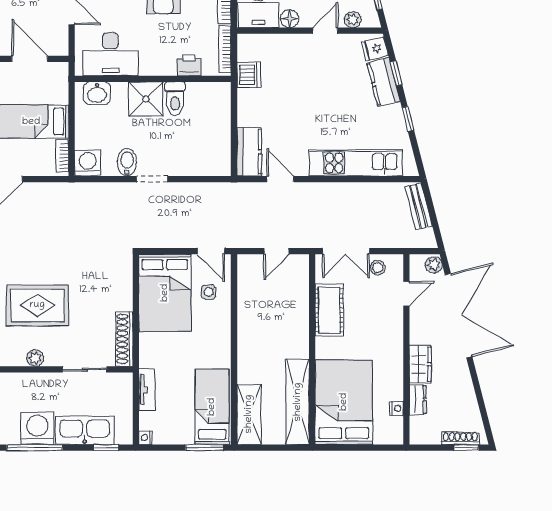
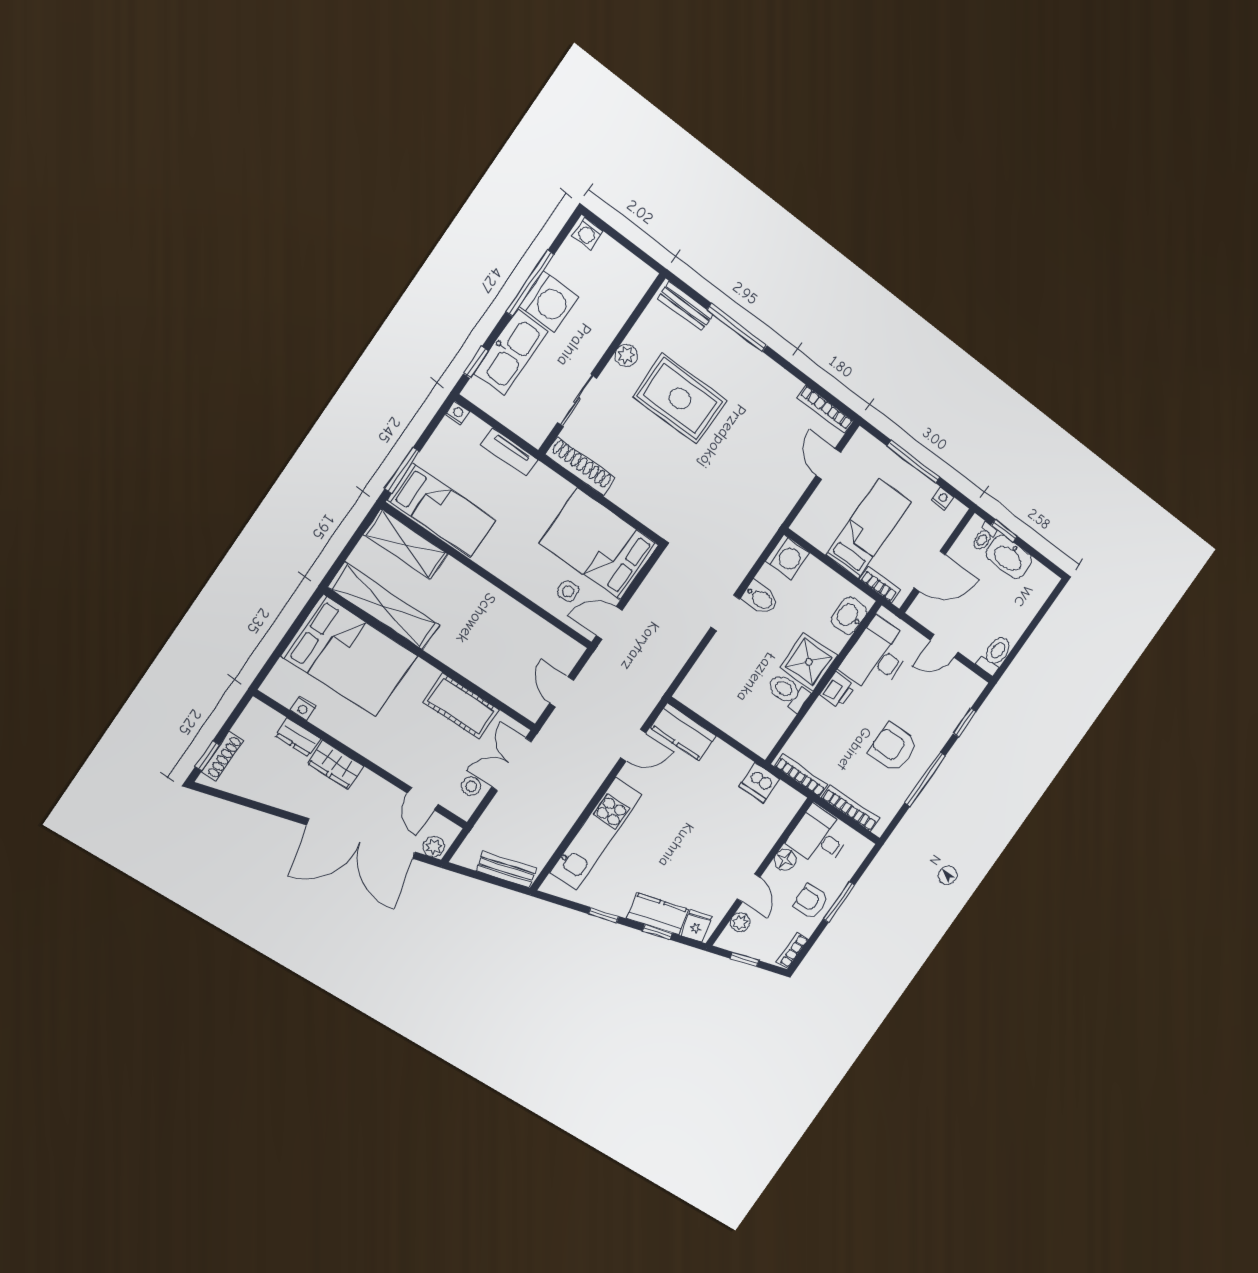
printer: (189, 65) -> (838, 690), moved
bookcase: (62, 156) -> (880, 585), moved
rug: (37, 305) -> (680, 399), turned 90

